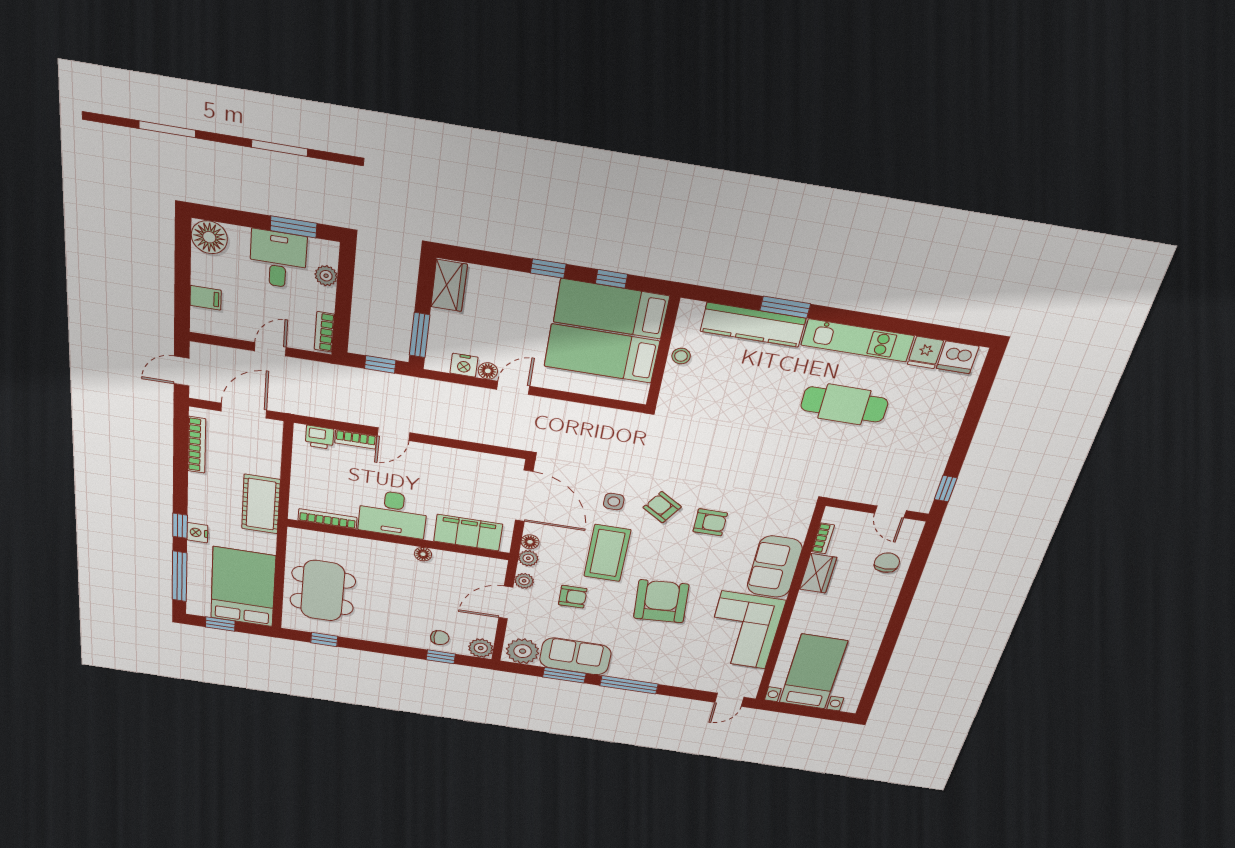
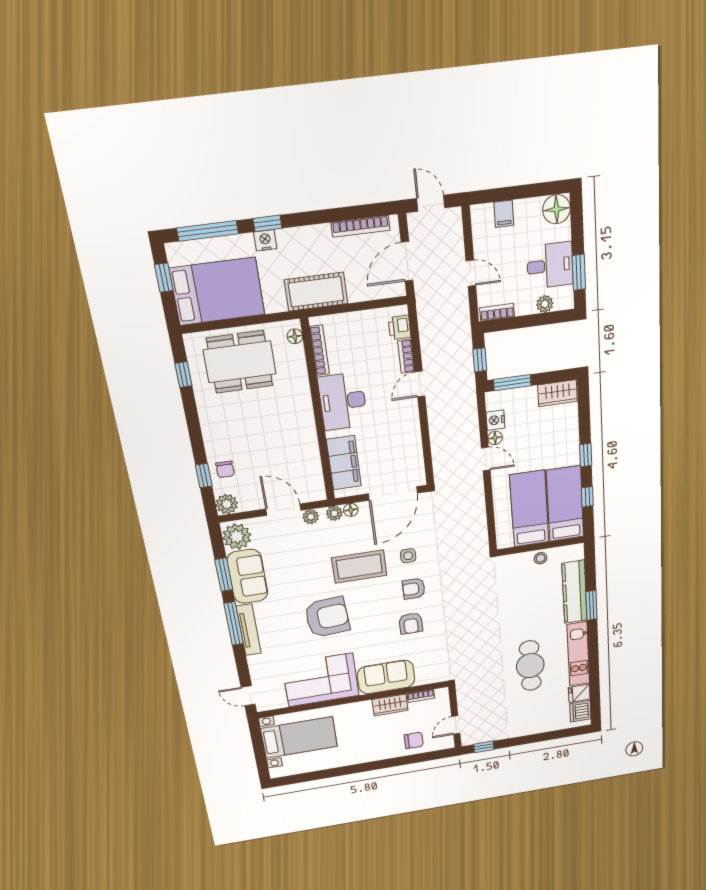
door: (244, 411) -> (407, 261), swing flipped
door: (394, 434) -> (420, 384), hinge flipped
armchair: (662, 507) -> (414, 589), turned -123
floor lamp: (423, 554) -> (295, 336), moved
armchair: (573, 597) -> (308, 556), removed
tv unit: (643, 675) -> (249, 630), added

